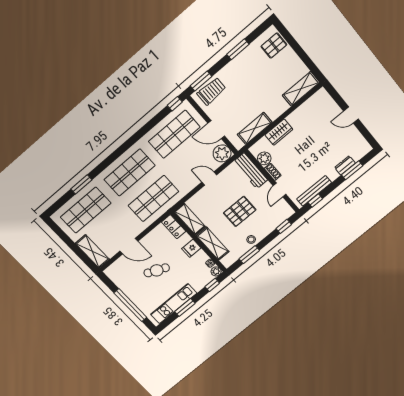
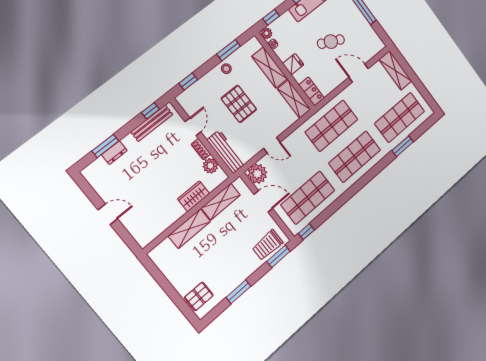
shelving: (301, 89) -> (189, 229), moved
pallet: (240, 211) -> (239, 104), turned 90

